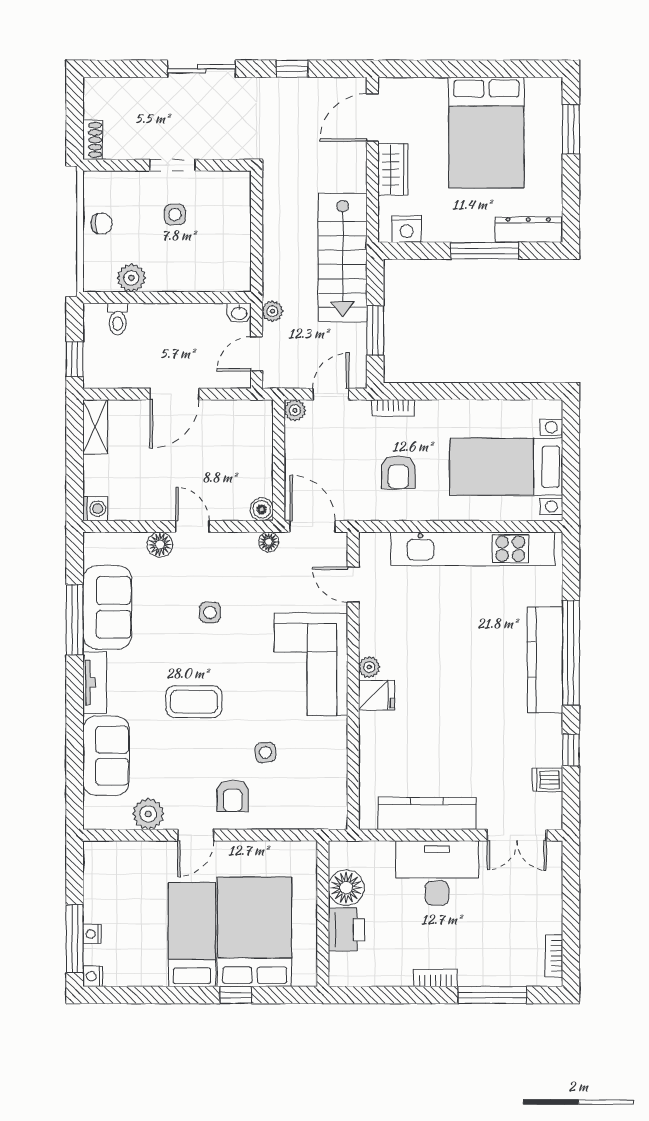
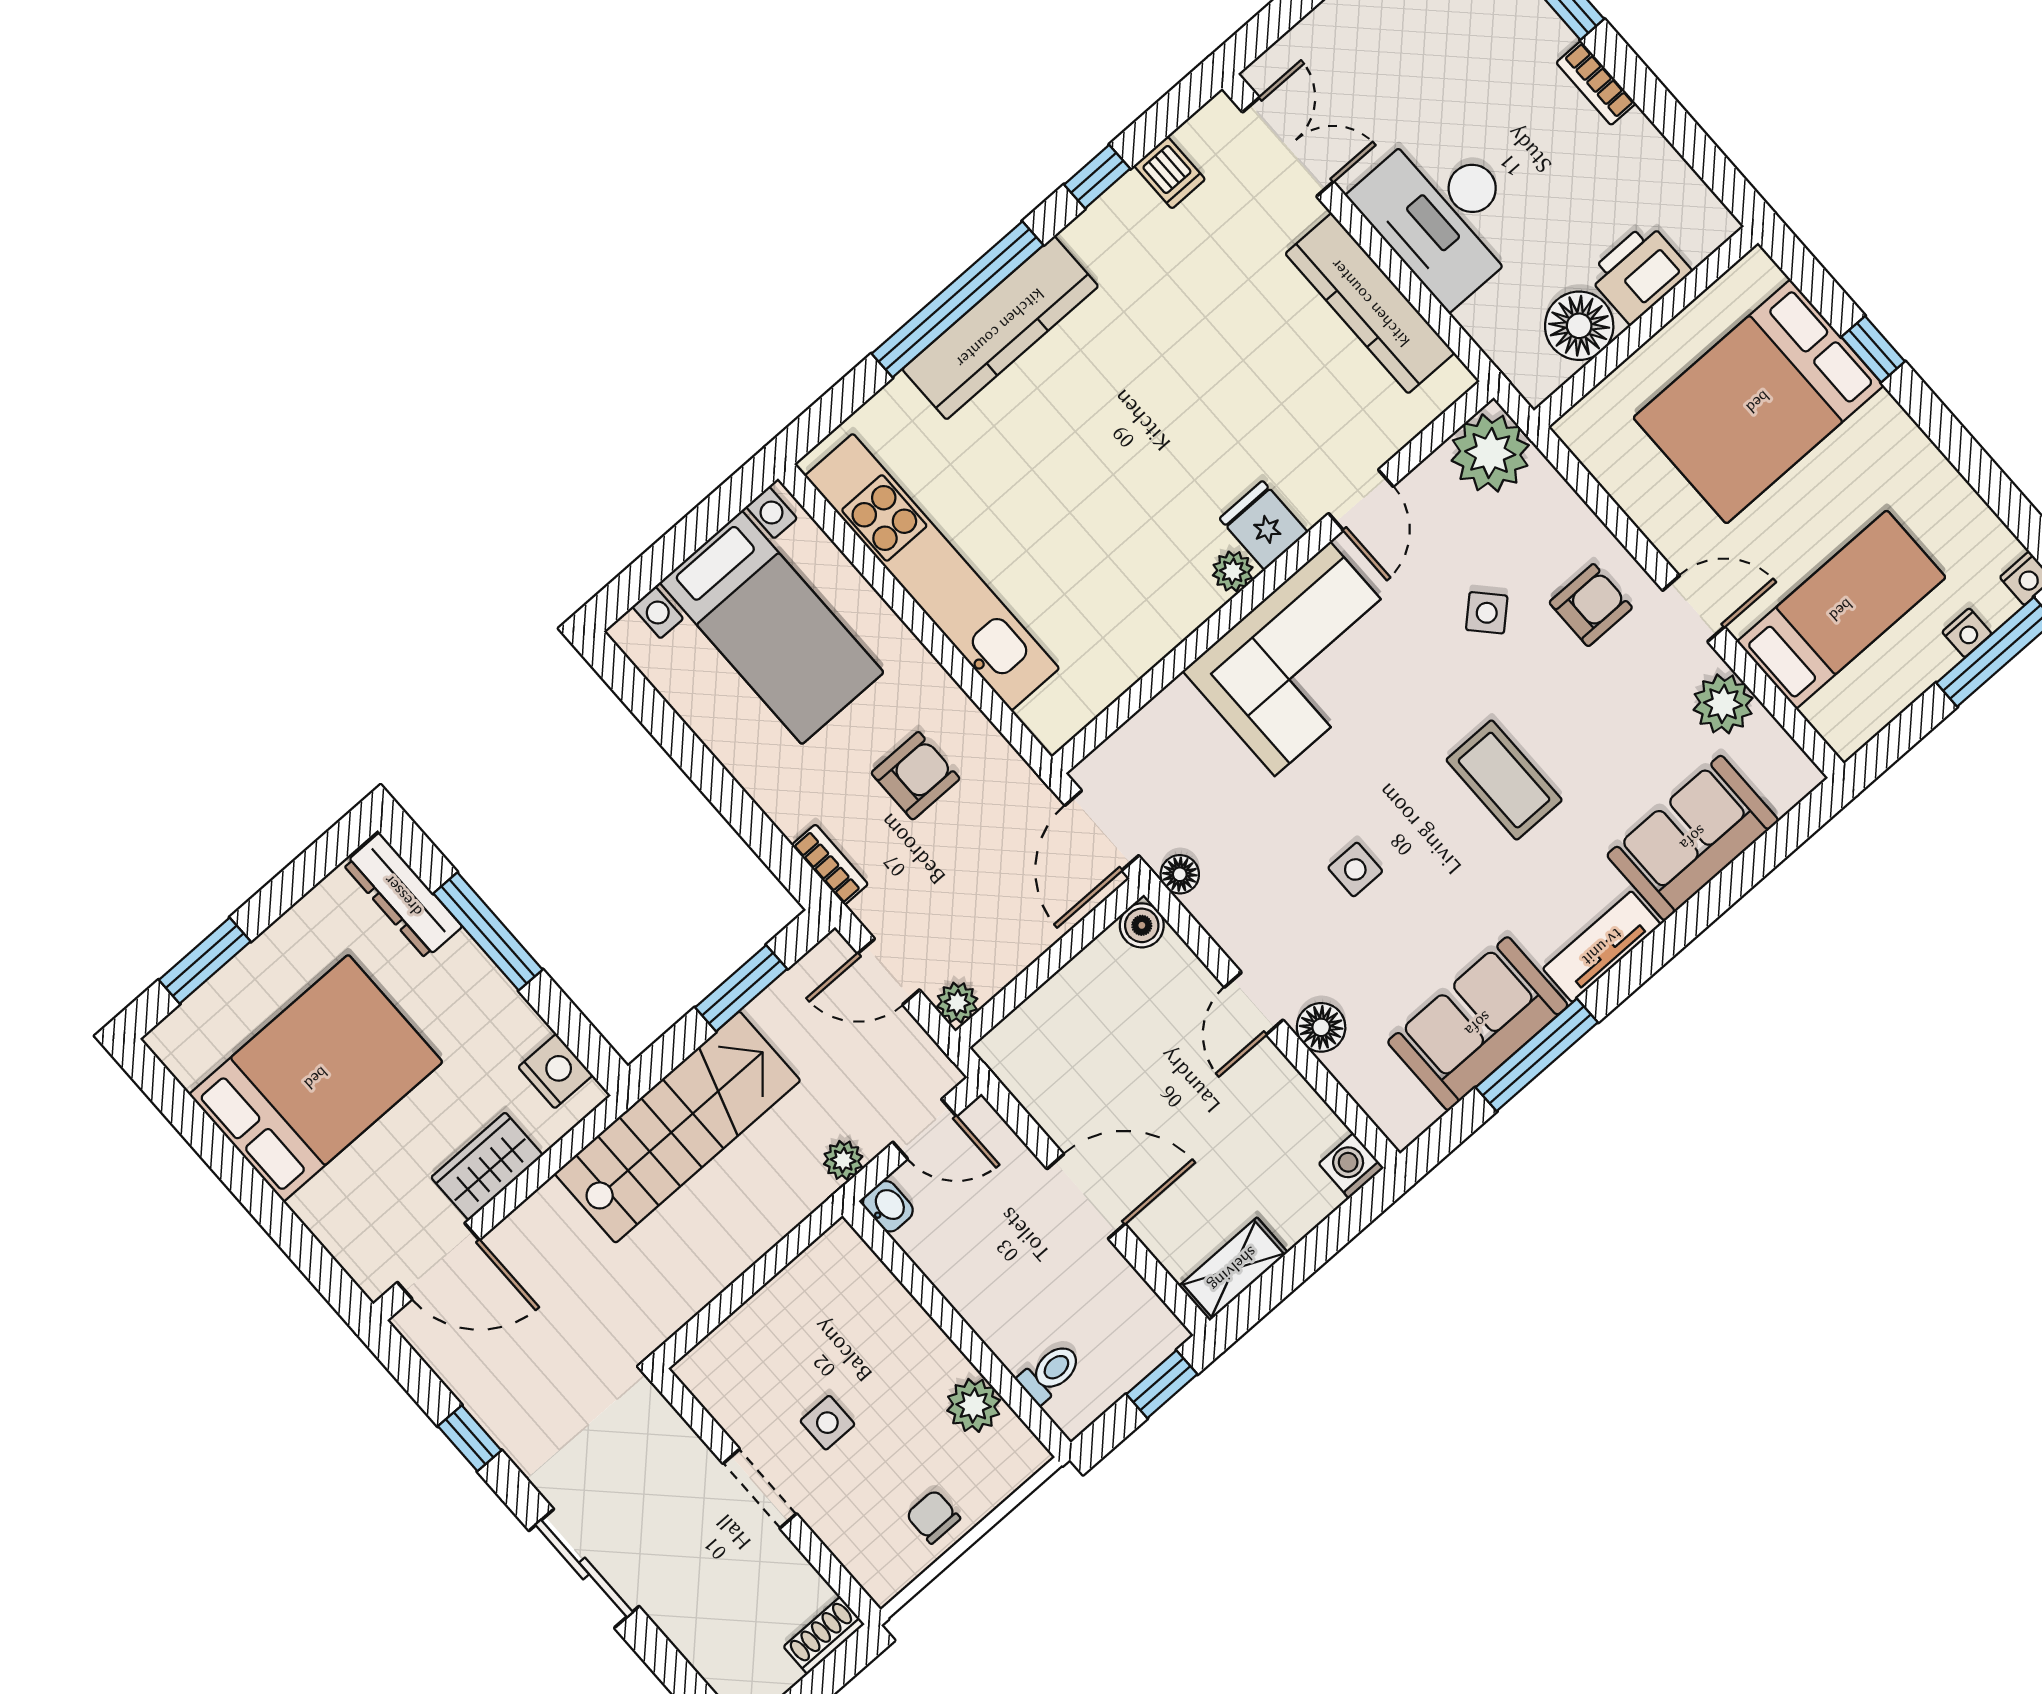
door: (353, 585) -> (1361, 500), moved
side table: (265, 752) -> (1487, 613), turned -37
plant: (327, 809) -> (1490, 453), added
bed: (192, 935) -> (1841, 610), moved, turned 180

